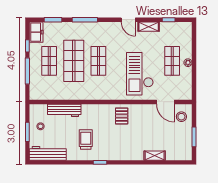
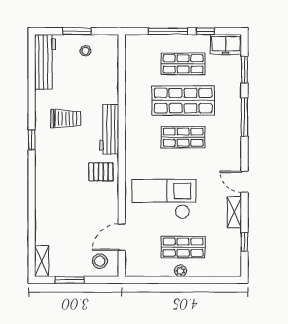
door: (128, 20) -> (244, 182), hinge flipped
workbench: (64, 110) -> (109, 129), moved
shelving: (155, 156) -> (42, 261), moved

